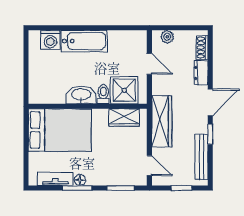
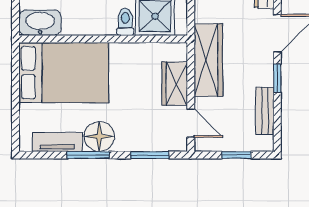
washbasin: (81, 95) -> (40, 23), moved
wardrobe: (124, 118) -> (175, 84), moved, turned 90
bench: (201, 157) -> (265, 111), width x0.73
floor lamp: (80, 180) -> (99, 137), width x1.89, depth x1.89

